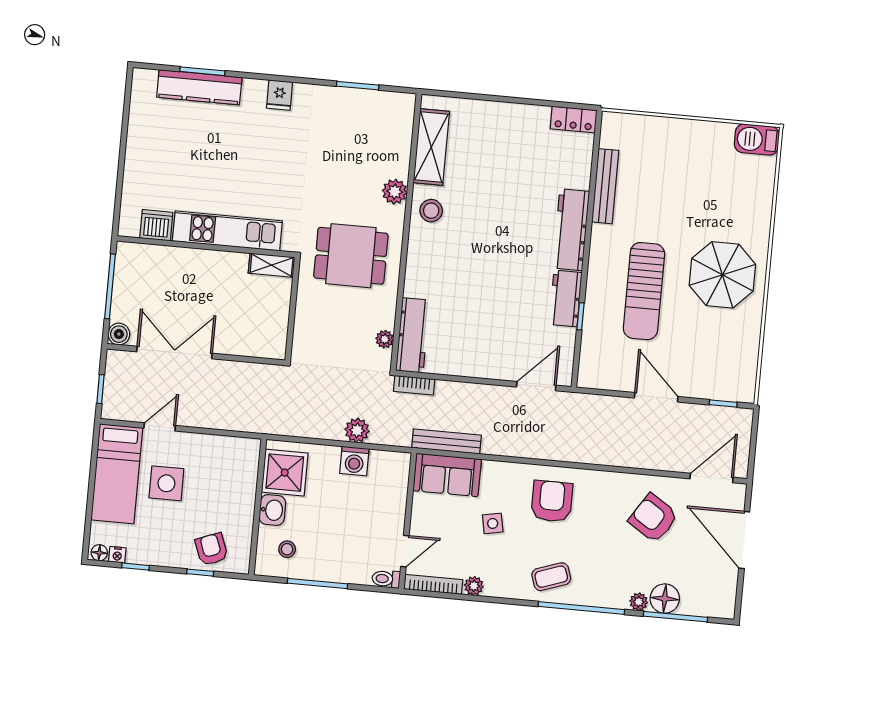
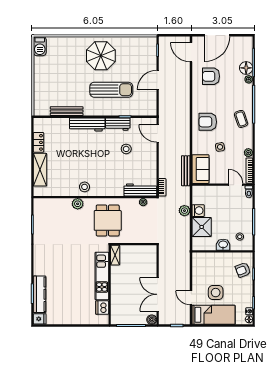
fridge: (280, 95) -> (40, 319), moved
locker: (574, 119) -> (38, 142), moved
shelving: (431, 147) -> (40, 170), moved, turned 90
stool: (508, 312) -> (126, 149), added
shower: (285, 473) -> (202, 227), moved
armchair: (653, 518) -> (211, 76), turned 57

